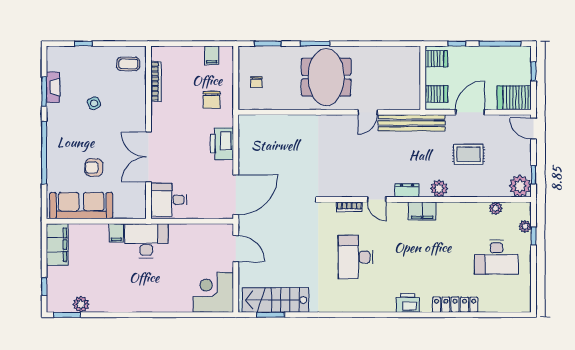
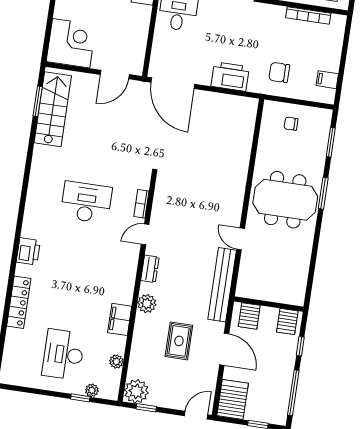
filing cabinet: (422, 211) -> (120, 319), moved

